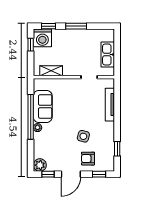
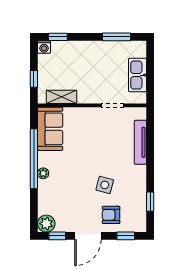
window: (76, 26) -> (116, 37), moved
washing machine: (42, 38) -> (44, 47), width x0.53, depth x0.53
window: (31, 45) -> (34, 79), moved
sofa: (43, 106) -> (50, 129), moved

